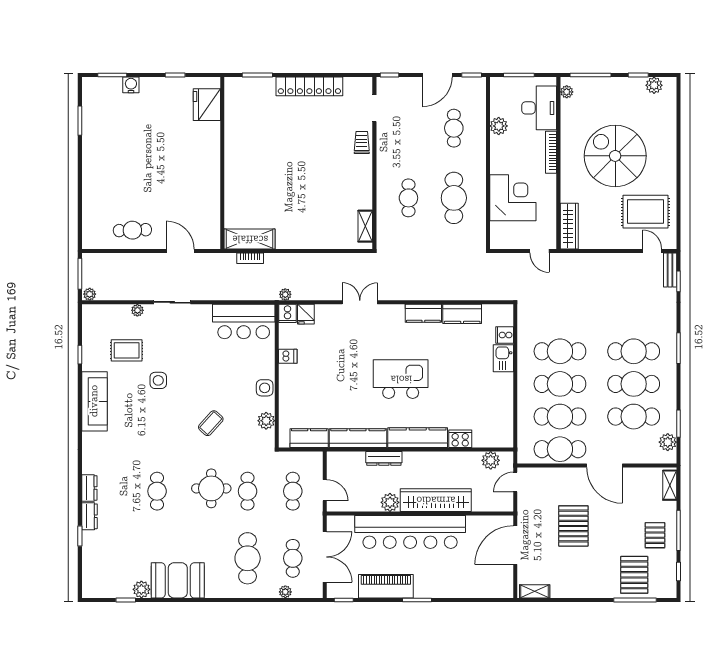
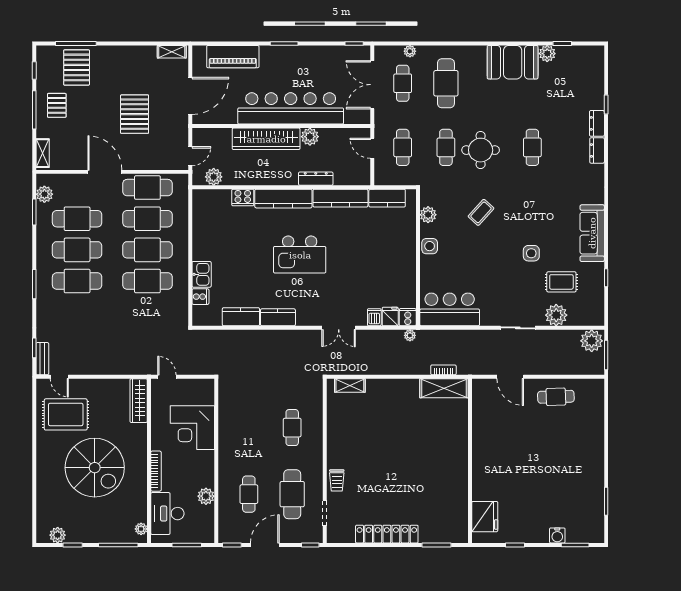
cafe table: (454, 198) -> (292, 494), moved
shelving: (365, 226) -> (350, 385), moved, turned 90
plant: (90, 294) -> (592, 341), width x1.88, depth x1.88
plant: (137, 310) -> (556, 315), width x1.87, depth x1.87
dishwasher: (288, 356) -> (374, 317), moved, turned 90
piano: (386, 586) -> (233, 57), moved

